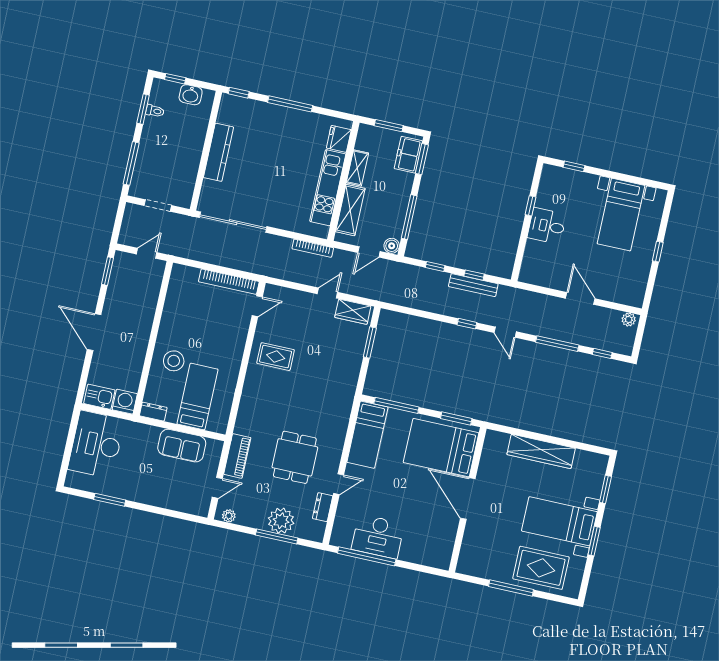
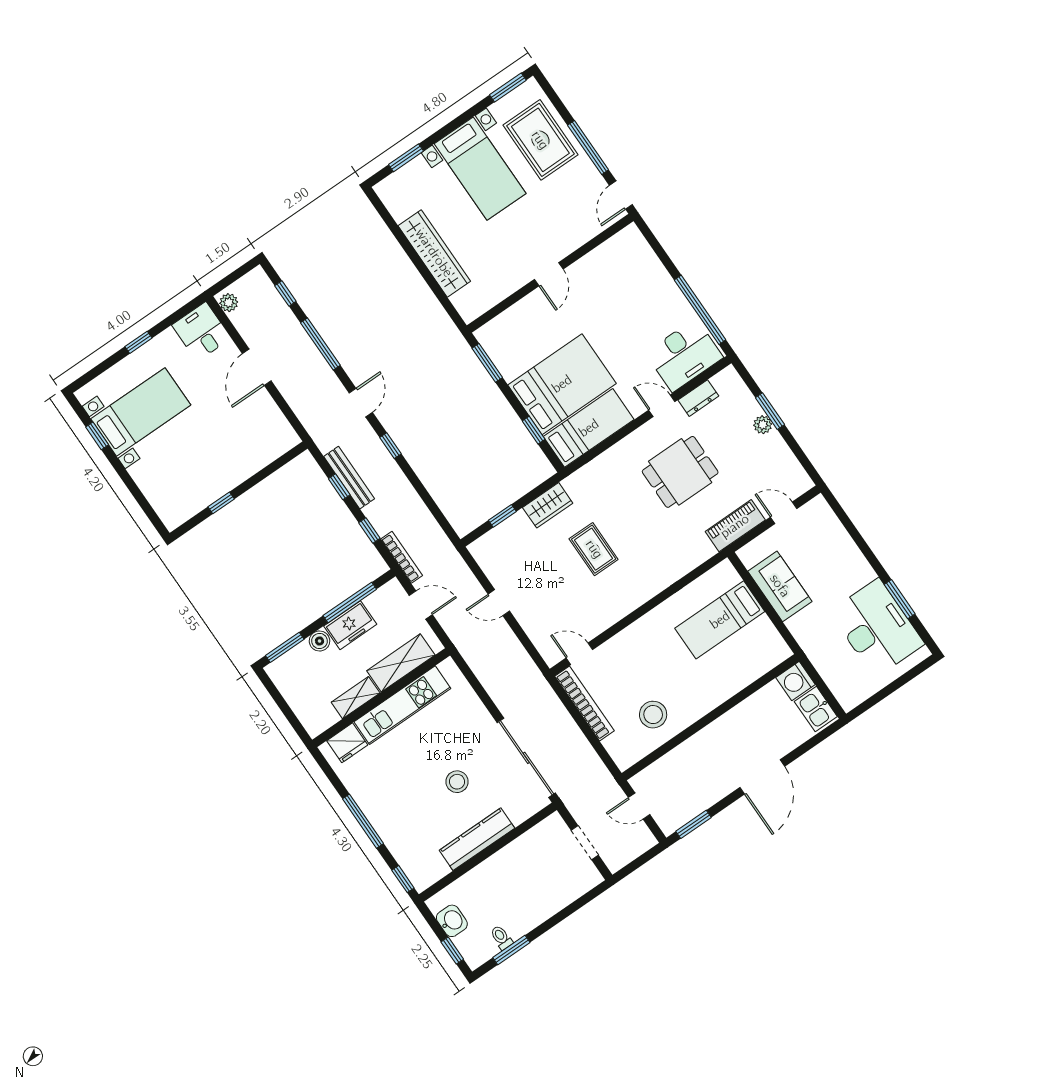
window: (389, 126) -> (287, 710), removed
freezer: (408, 155) -> (350, 625), moved
window: (131, 163) -> (572, 908), removed
window: (574, 166) -> (97, 436), moved
stool: (259, 174) -> (457, 782), added
desk: (547, 226) -> (201, 332), moved, turned 180
boiler: (392, 246) -> (319, 641), moved
bookcase: (313, 248) -> (402, 557), moved
wardrobe: (353, 312) -> (548, 505), moved, turned 90
window: (370, 342) -> (502, 516), width x0.67
rug: (276, 357) -> (594, 549), moved
stool: (174, 361) -> (653, 715), moved
window: (396, 405) -> (534, 430), width x0.46
dresser: (153, 412) -> (777, 646), removed
desk: (96, 444) -> (877, 628), moved, turned -90
bed: (441, 448) -> (562, 384), moved, turned -90
door: (468, 498) -> (549, 274), width x0.53
plant: (229, 516) -> (798, 475), removed
plant: (281, 521) -> (763, 425), width x0.53, depth x0.53
window: (277, 536) -> (770, 411), width x0.69
desk: (378, 537) -> (684, 355), moved, turned 90
window: (594, 541) -> (508, 87), moved
door: (469, 579) -> (621, 195), added

